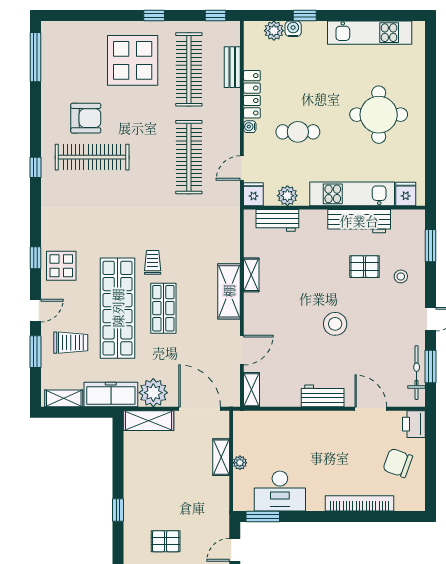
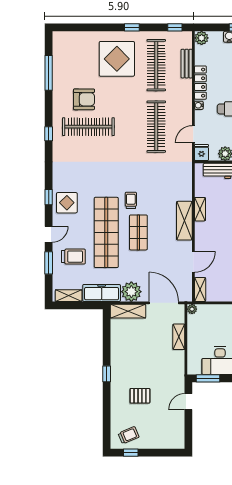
plant: (274, 31) -> (202, 38), moved
window: (35, 57) -> (49, 73), moved
plant: (240, 463) -> (192, 309), moved

